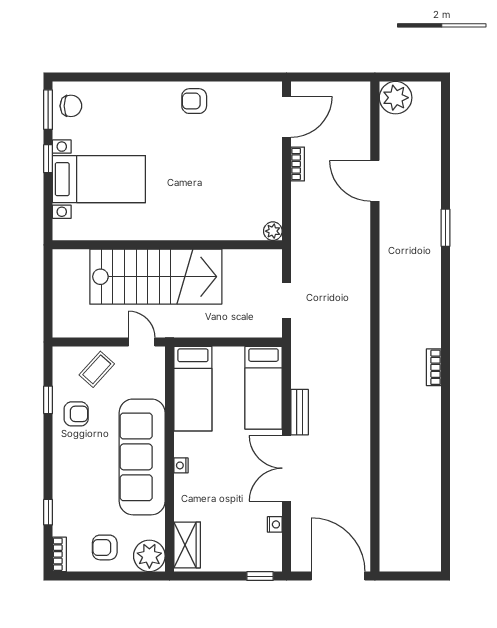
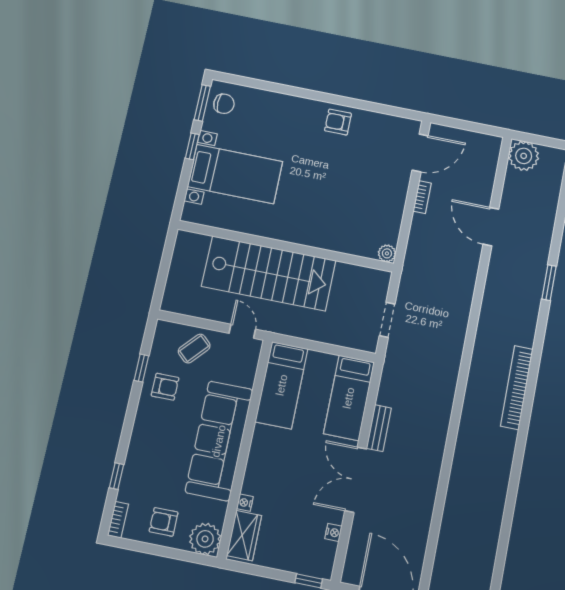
bookcase: (434, 367) -> (517, 388), width x2.31, depth x1.31
nightstand: (181, 465) -> (245, 503), moved

